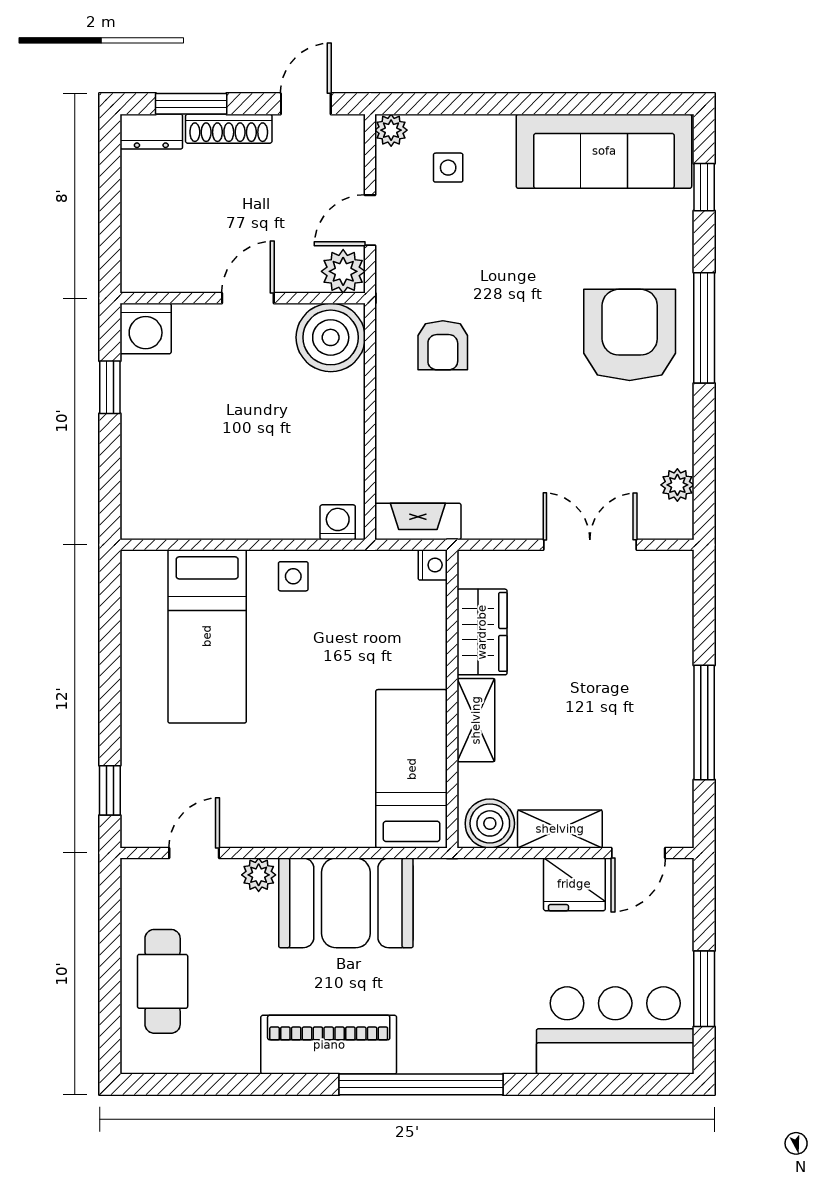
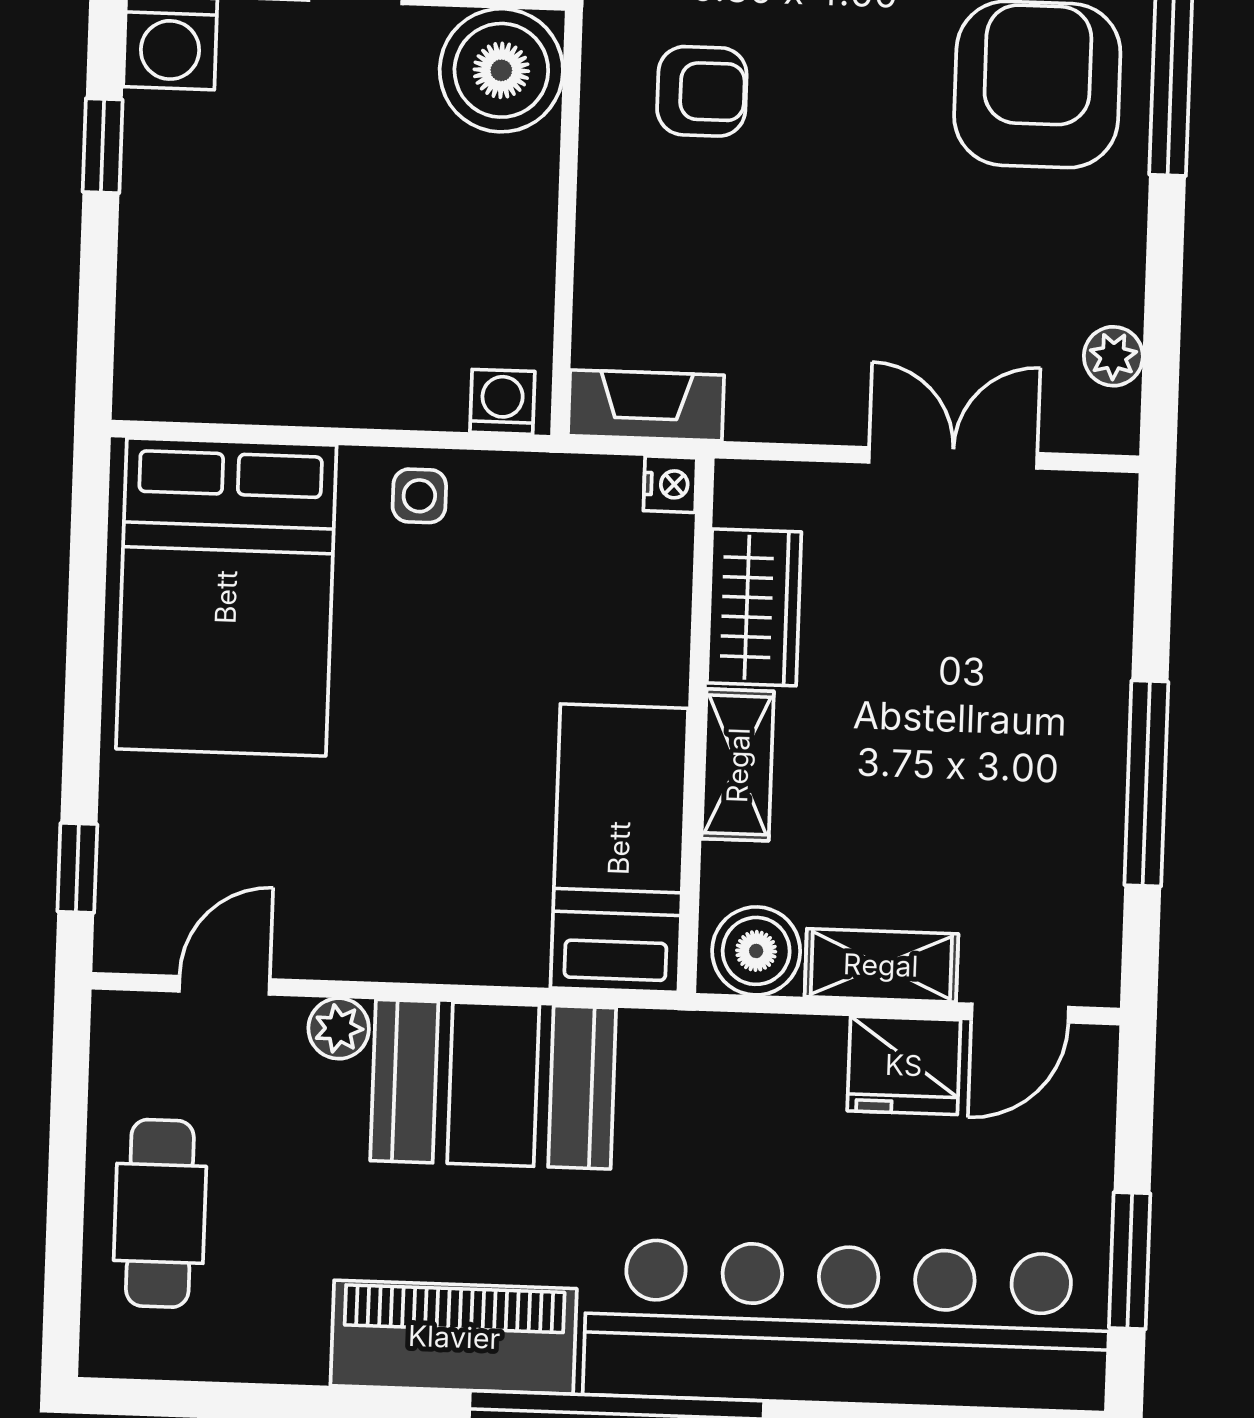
armchair: (443, 345) -> (702, 91), turned -90
bed: (207, 636) -> (226, 597), width x1.50
bar counter: (615, 1030) -> (847, 1325), width x1.86

